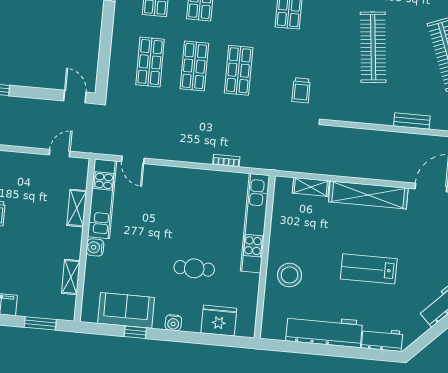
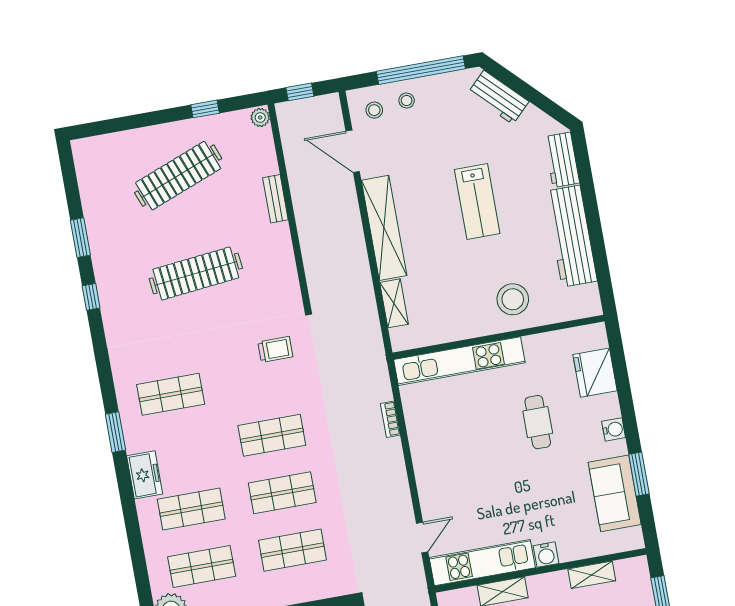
window: (135, 332) -> (639, 474), width x1.50

